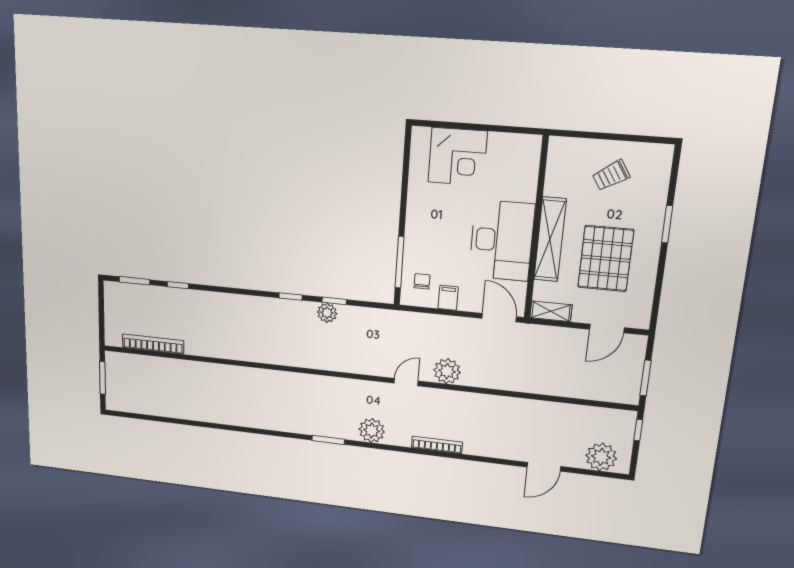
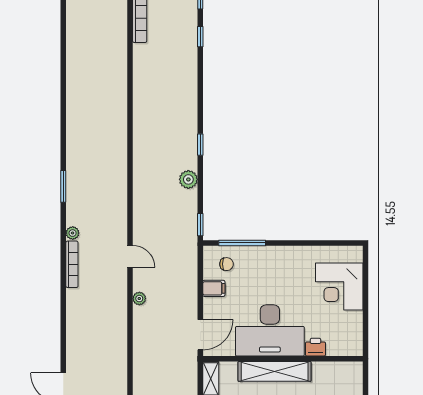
printer: (526, 190) -> (315, 347), added
window: (334, 301) -> (200, 225), moved
plant: (447, 371) -> (139, 299), width x0.53, depth x0.53
plant: (372, 431) -> (73, 233), width x0.53, depth x0.53
bookcase: (437, 445) -> (72, 264), moved

